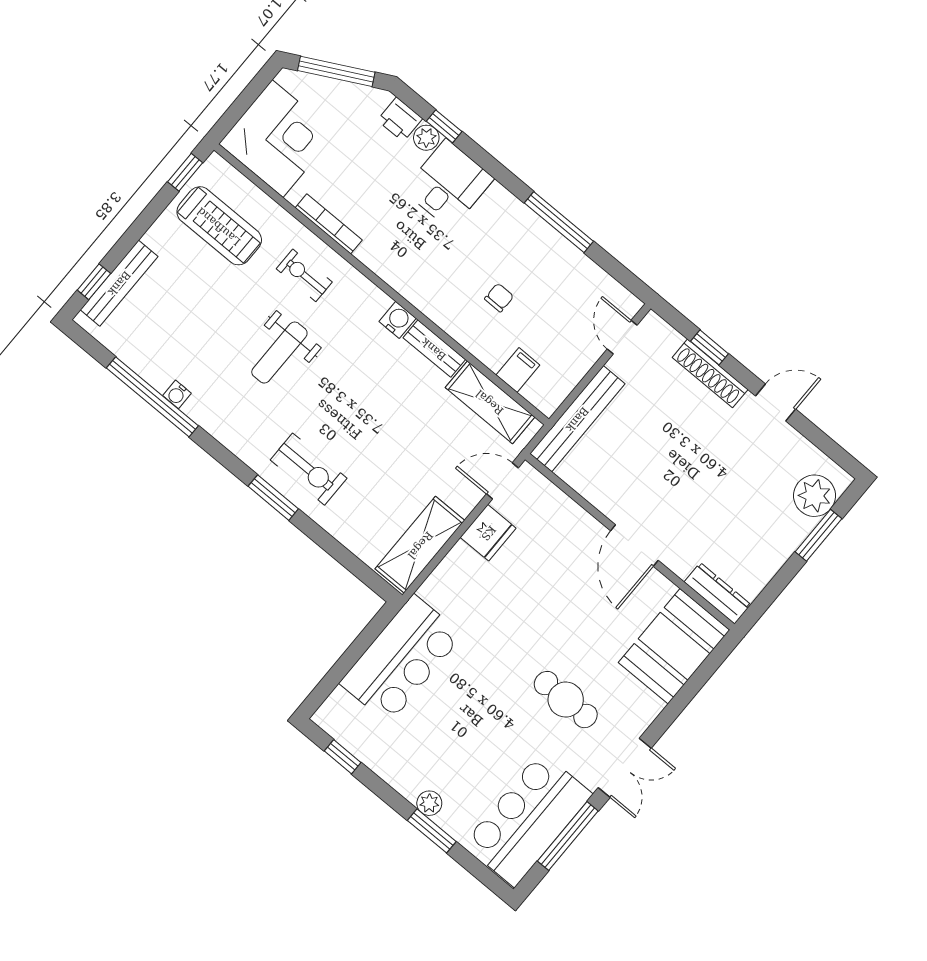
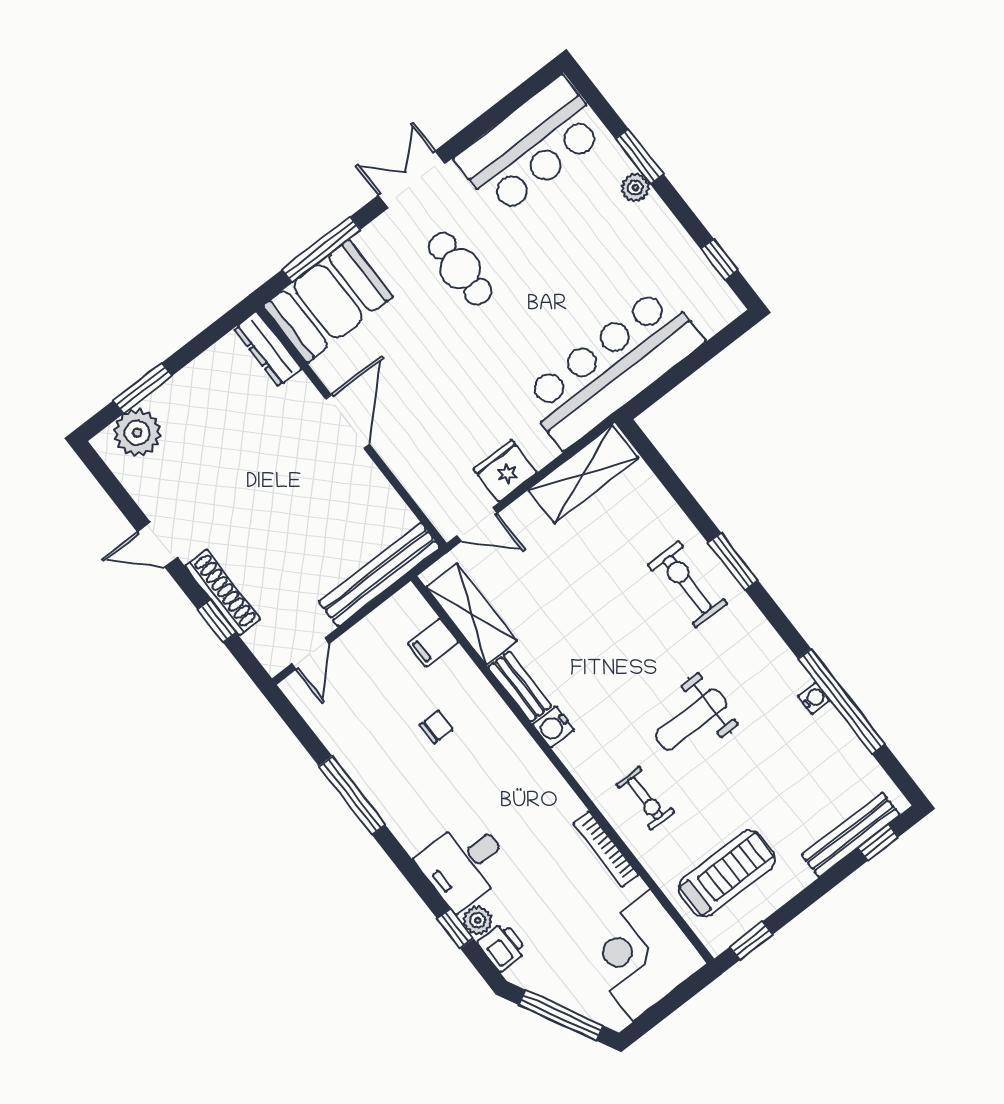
treadmill: (219, 226) -> (727, 874), turned 90
chair: (499, 298) -> (436, 727), turned 180
weight bench: (279, 353) -> (691, 720), turned 180
bar counter: (401, 659) -> (612, 368), width x1.36
window: (568, 836) -> (321, 250), moved

